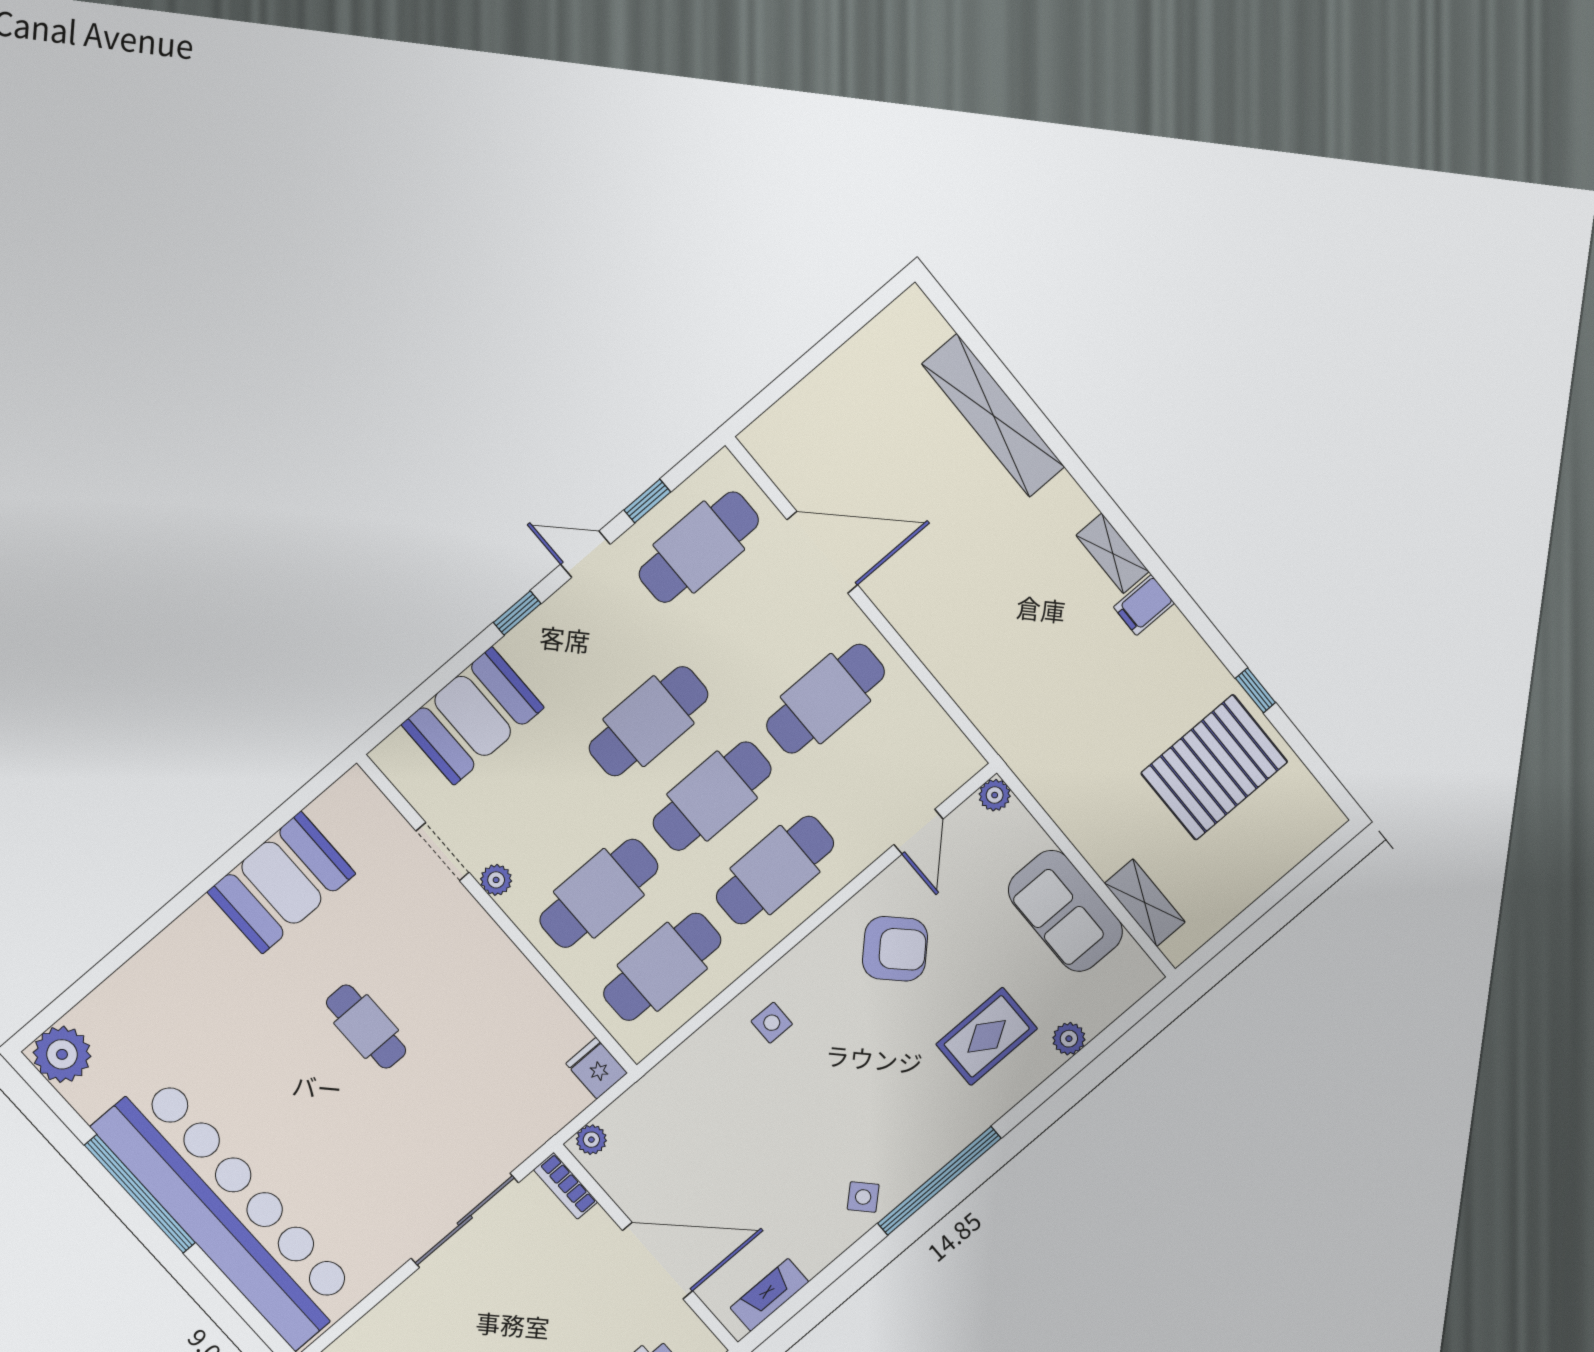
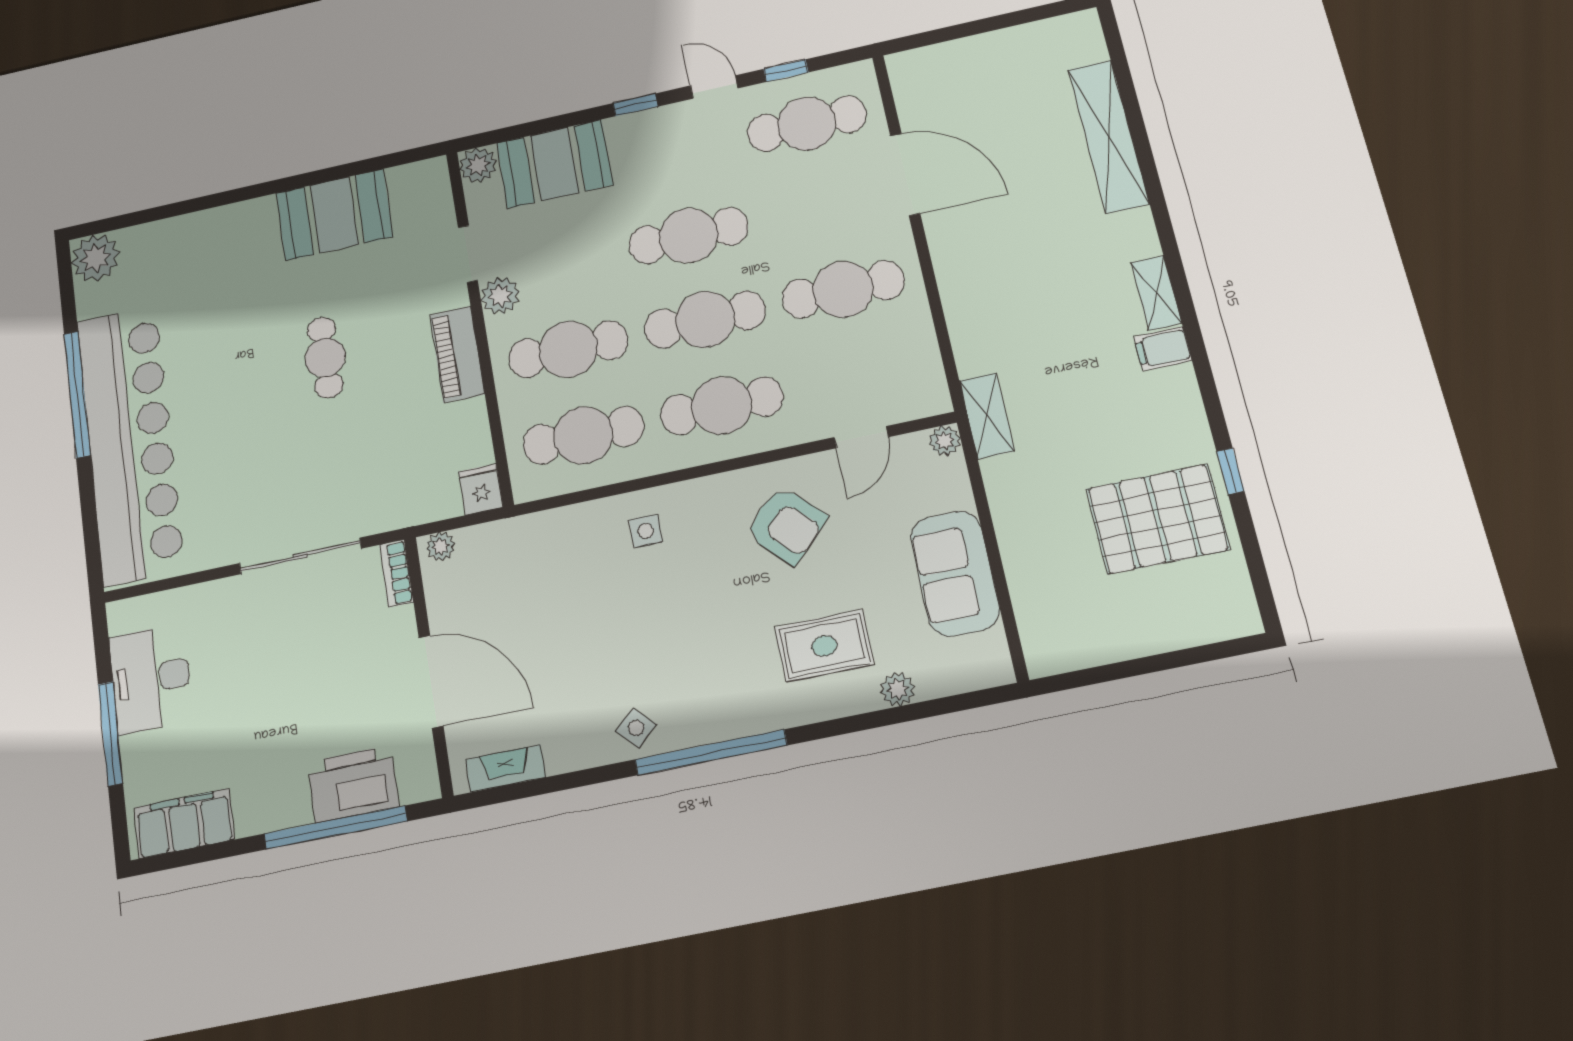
plant: (396, 757) -> (478, 165), added
plant: (496, 880) -> (500, 295), width x1.38, depth x1.38
shelving: (1145, 903) -> (987, 416), moved
piano: (494, 955) -> (457, 354), added

